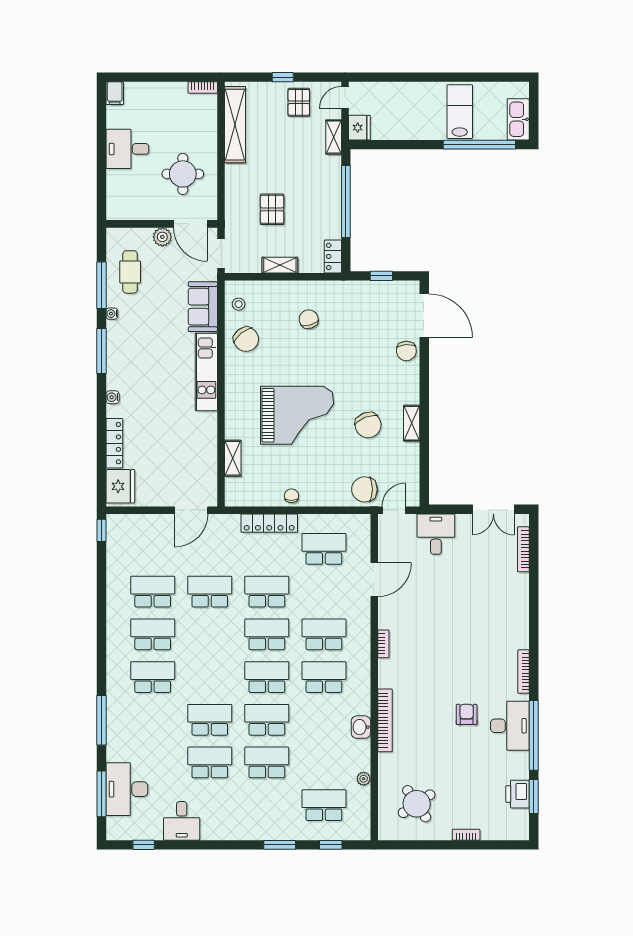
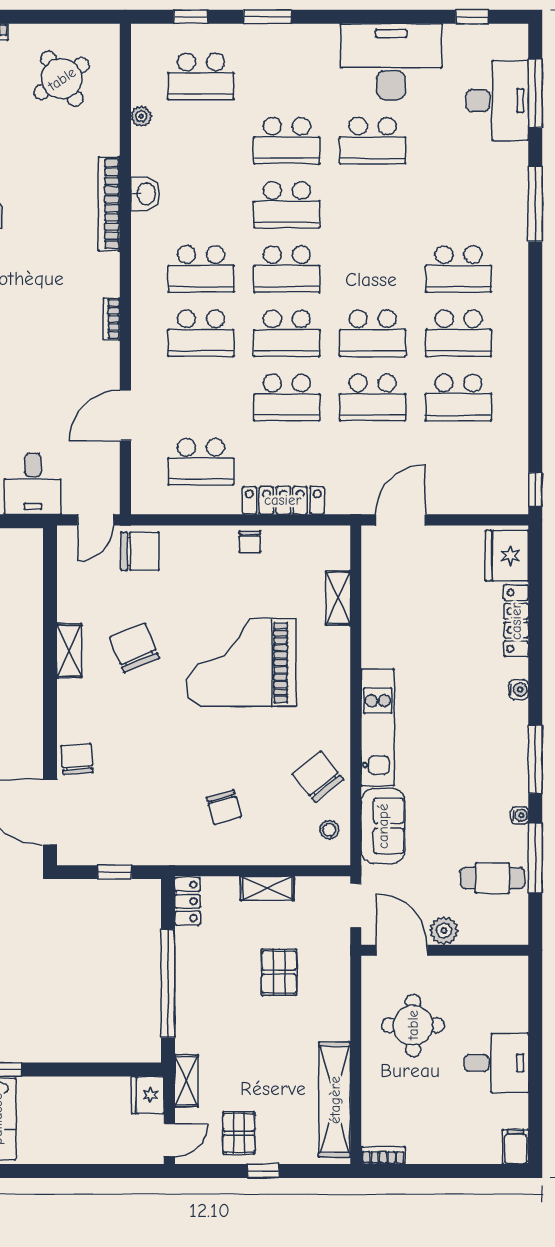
cafe table: (130, 272) -> (492, 878), turned 90
school desk: (210, 720) -> (373, 333), moved
desk: (182, 821) -> (391, 62), width x1.87, depth x1.30

